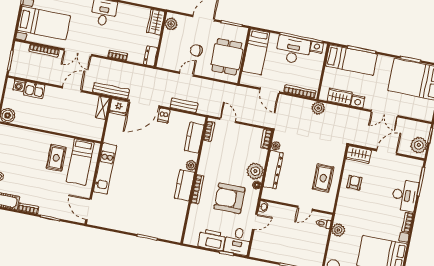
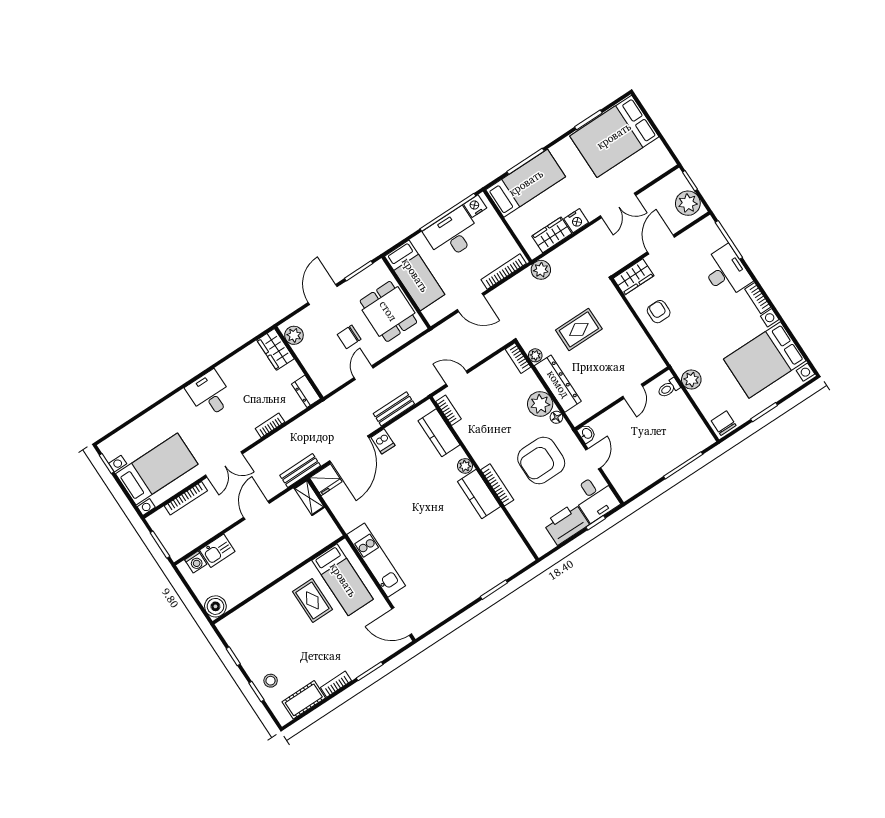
bench: (111, 91) -> (300, 471), width x0.73
rug: (323, 178) -> (579, 329), moved, turned 90

